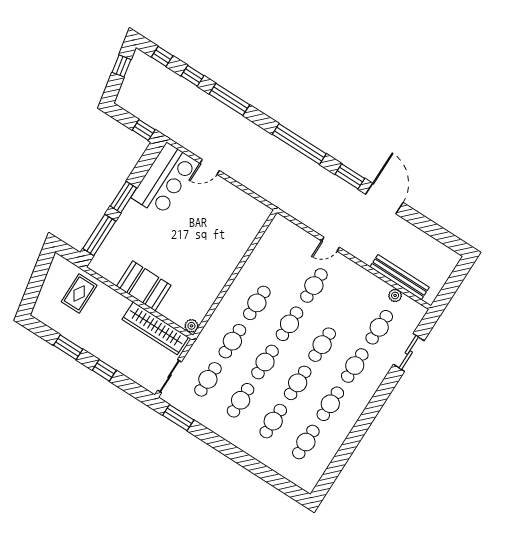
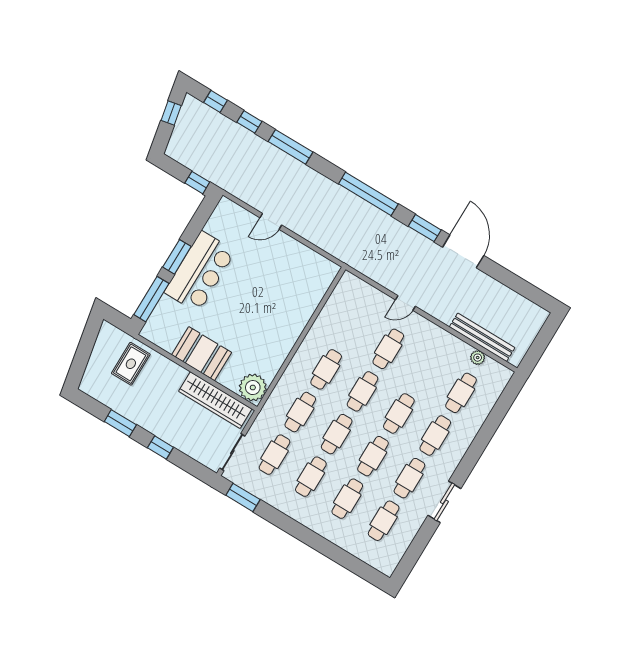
bar counter: (164, 180) -> (200, 272), moved
plant: (191, 326) -> (253, 388), width x1.88, depth x1.88
sliding door: (409, 353) -> (444, 502), moved

